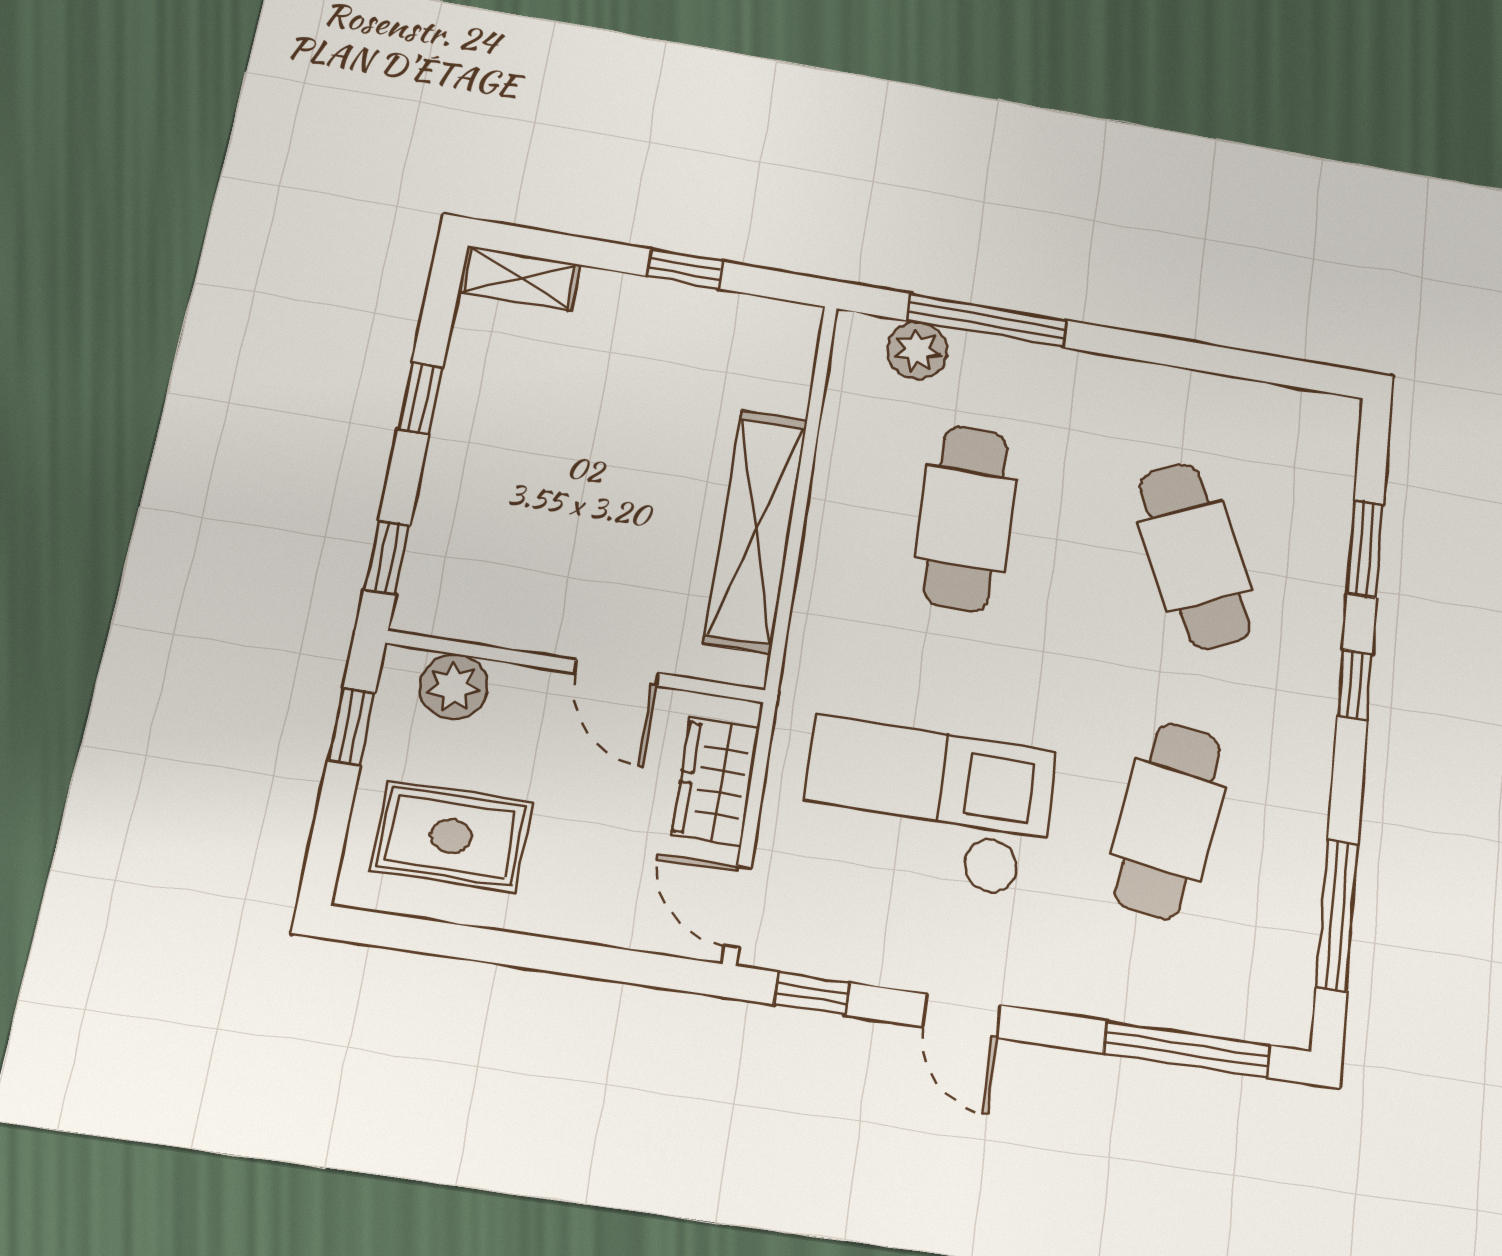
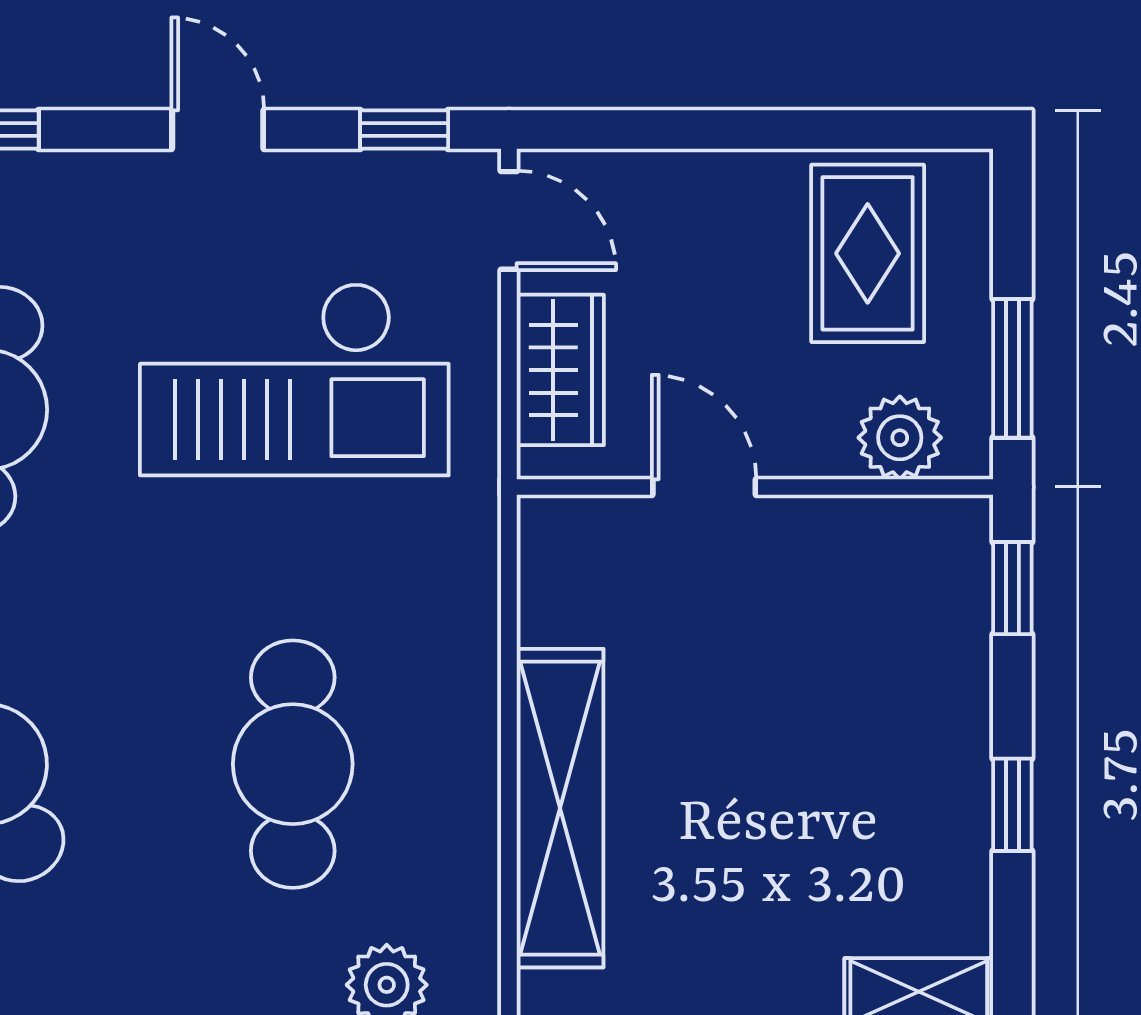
shelving: (756, 530) -> (560, 808), moved
window: (352, 726) -> (1012, 368), width x1.50
rug: (451, 836) -> (868, 253), turned 90

